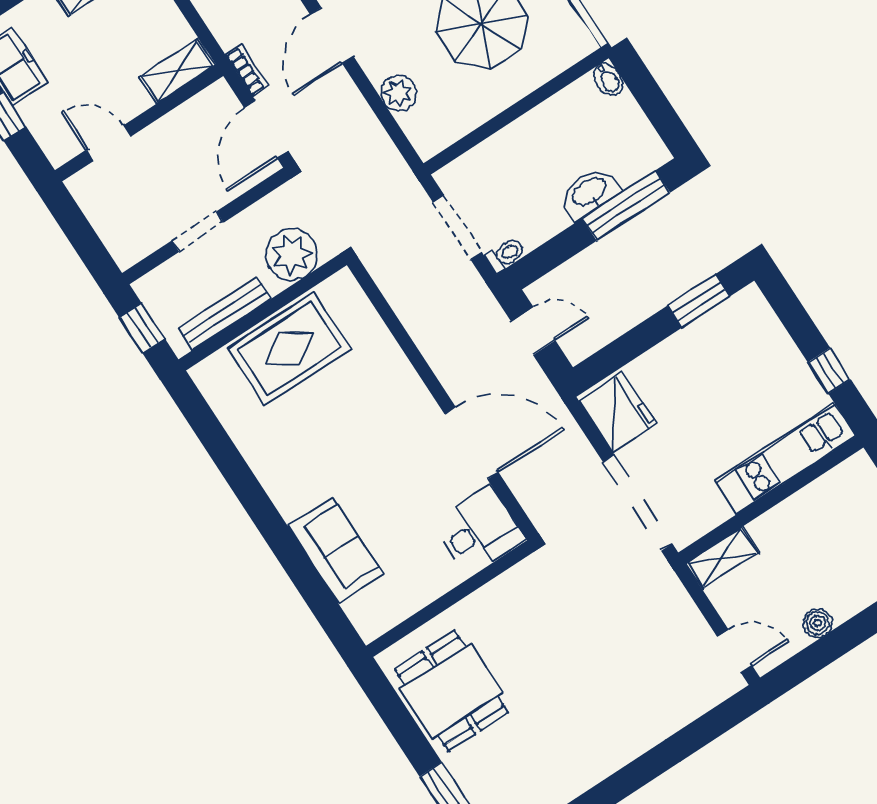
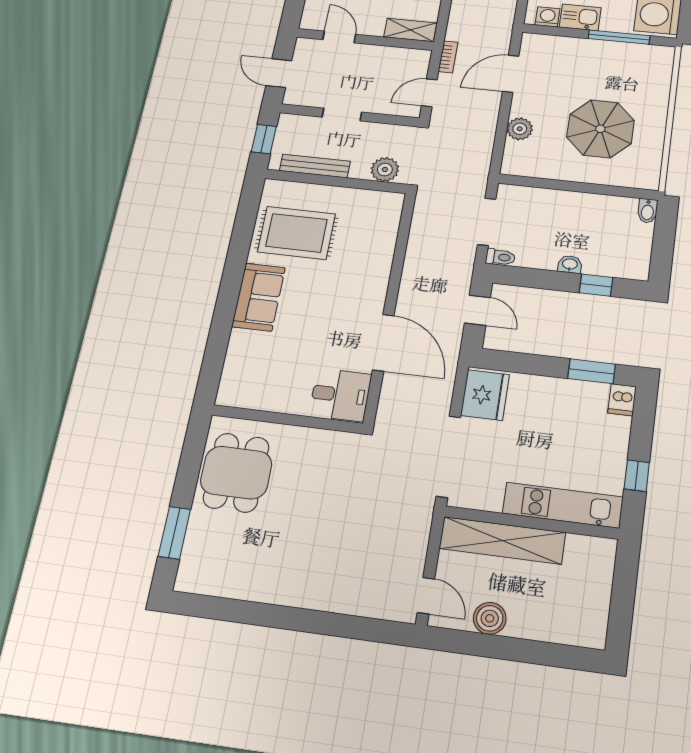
door: (266, 130) -> (429, 93), width x0.73
washbasin: (590, 193) -> (570, 264), width x0.52, depth x0.69
window: (626, 205) -> (596, 285), width x0.46
door: (84, 240) -> (279, 73), added
plant: (292, 255) -> (385, 170), width x0.73, depth x0.73
dishwasher: (752, 306) -> (622, 400), added
rug: (289, 348) -> (296, 233), moved
sofa: (335, 550) -> (259, 297), moved
shelving: (722, 558) -> (502, 540), width x2.20, depth x1.33
boiler: (818, 623) -> (490, 618), width x1.36, depth x1.36

